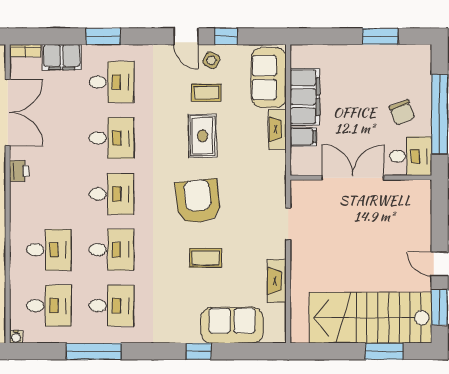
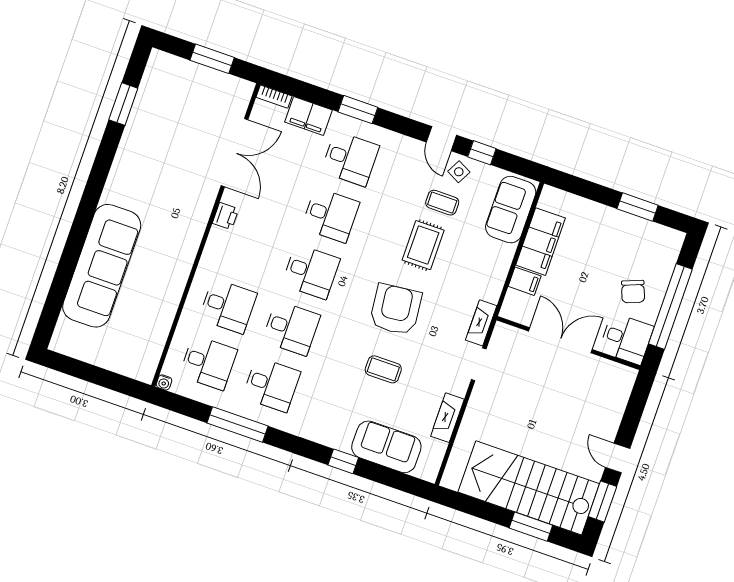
fireplace: (278, 129) -> (481, 323), moved

